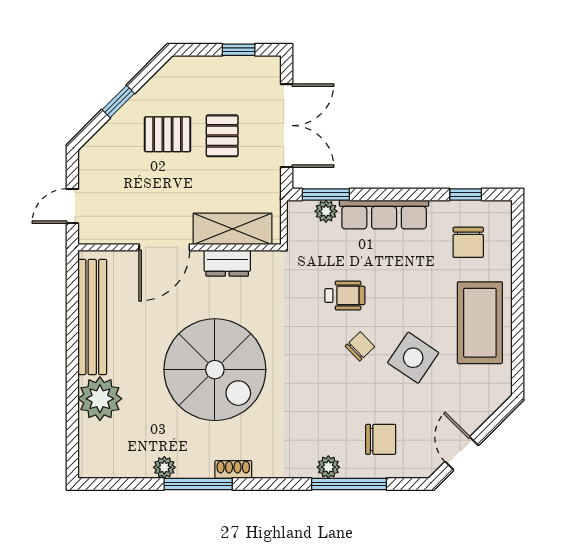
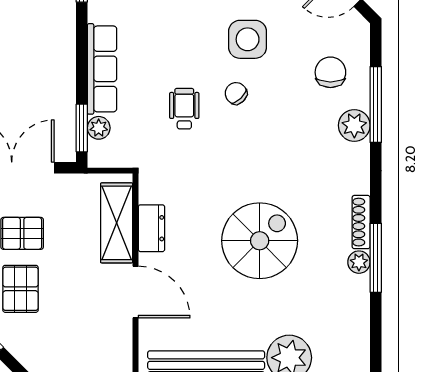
side table: (413, 358) -> (248, 39), turned -34
spiral stairs: (215, 370) -> (260, 241), width x0.73, depth x0.73
plant: (164, 467) -> (359, 262), moved
plant: (328, 467) -> (354, 125), width x1.38, depth x1.38
shoe rack: (233, 469) -> (361, 222), width x1.43

